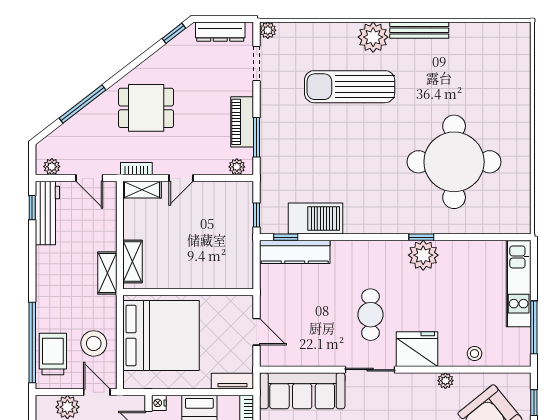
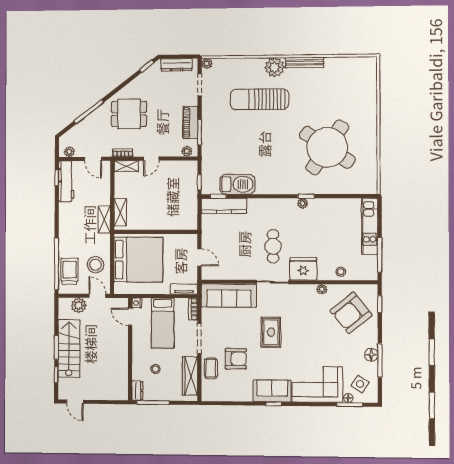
round table: (454, 162) -> (327, 147), turned 34
plant: (423, 255) -> (303, 203), width x0.53, depth x0.53

